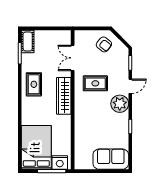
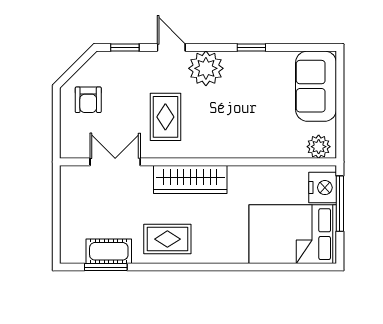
cot: (28, 41) -> (109, 251), moved
armchair: (104, 44) -> (88, 100), turned 142
double door: (73, 58) -> (115, 162), swing flipped
plant: (80, 160) -> (319, 147), added

